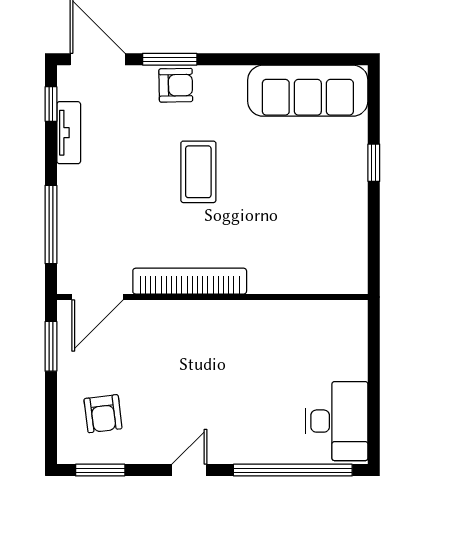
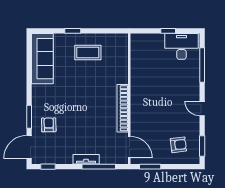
armchair: (176, 85) -> (49, 125), moved
tv unit: (69, 133) -> (86, 159), moved
coffee table: (198, 172) -> (88, 52), moved
window: (374, 389) -> (168, 31), added
window: (293, 470) -> (202, 65), width x0.68

